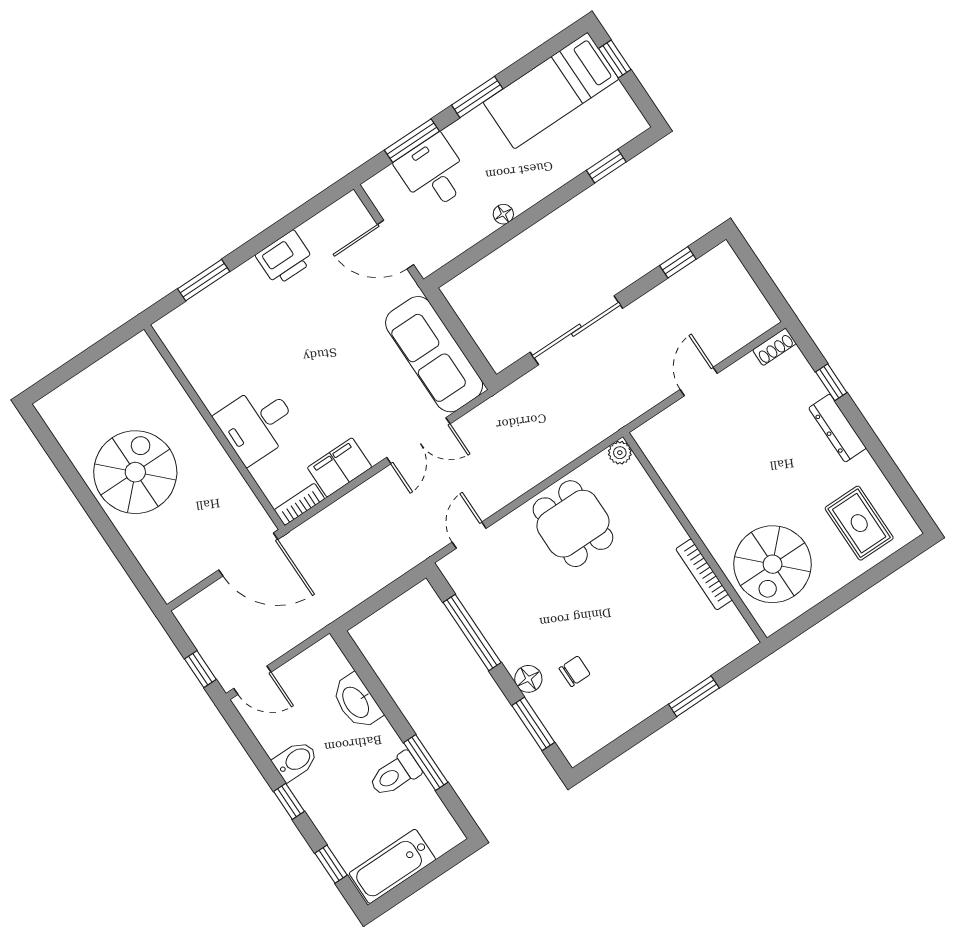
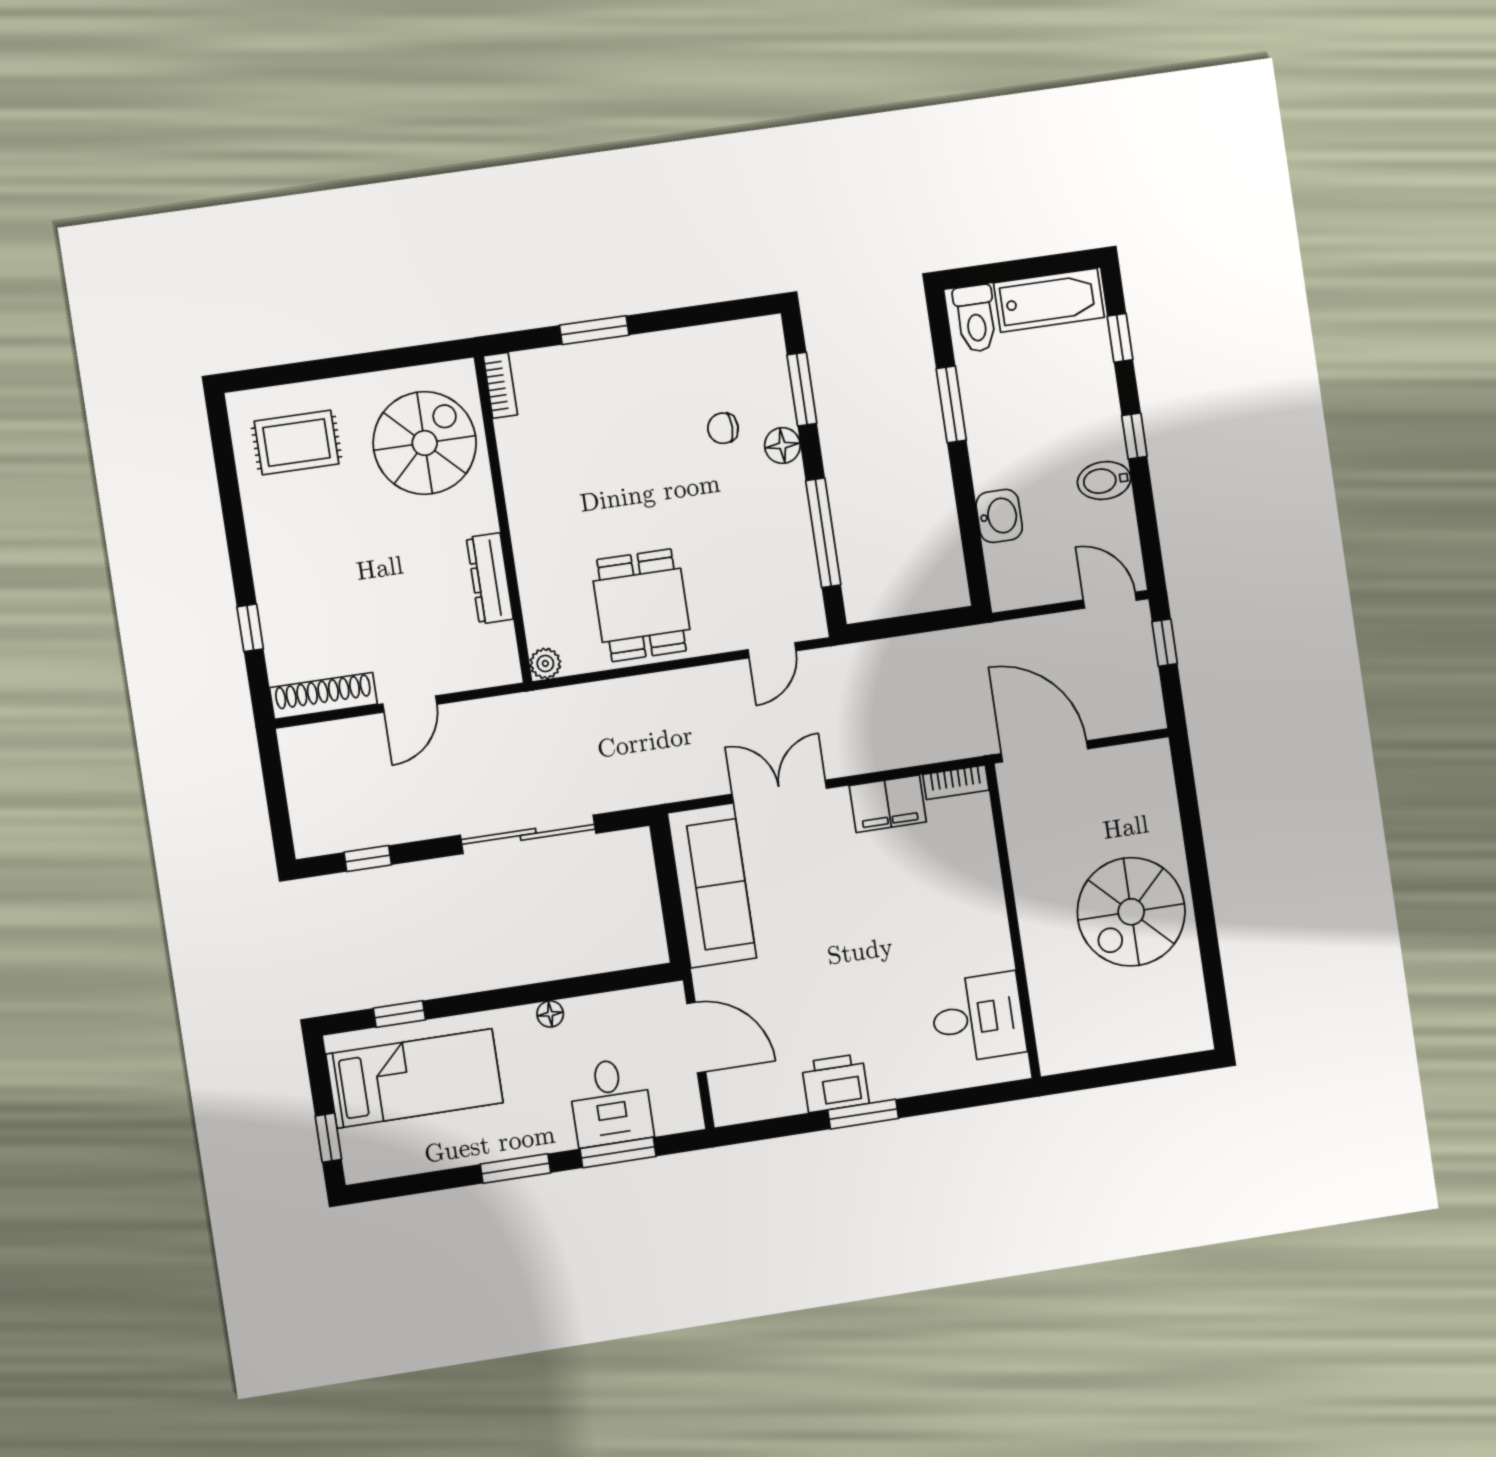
bed: (551, 91) -> (414, 1079), moved
window: (204, 280) -> (863, 1114), moved
shoe rack: (774, 347) -> (324, 696), width x1.94, depth x1.24
desk: (257, 424) -> (978, 1018), moved
dresser: (837, 428) -> (490, 578), moved, turned 180
rug: (859, 523) -> (297, 443), turned 90
bookcase: (704, 574) -> (500, 385), moved, width x0.64
washbasin: (356, 702) -> (999, 516), width x0.72
toilet: (395, 774) -> (976, 319), moved, turned 90

